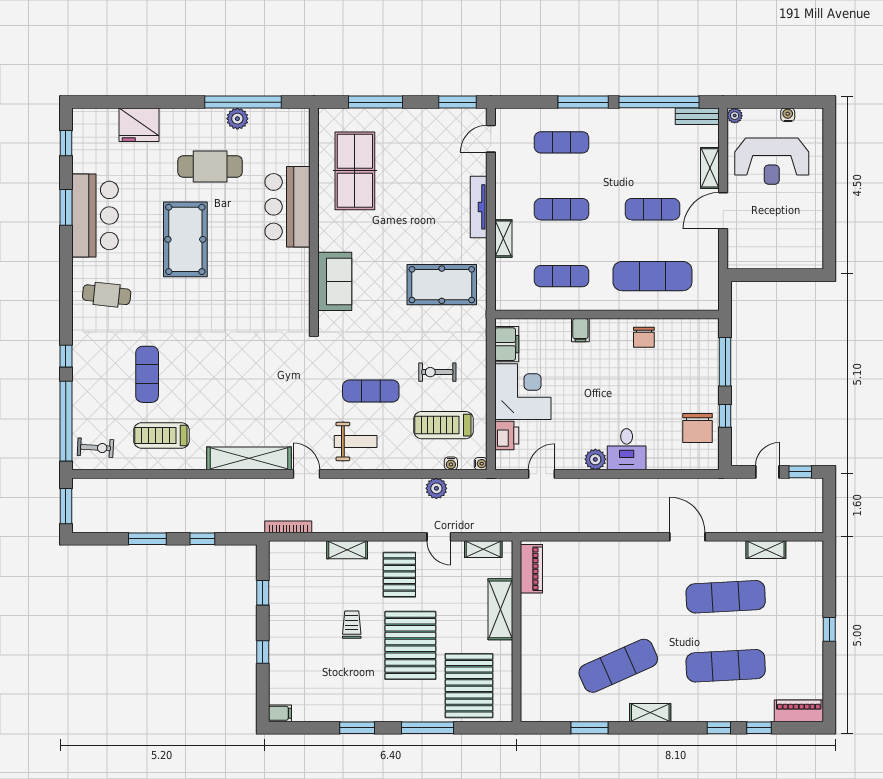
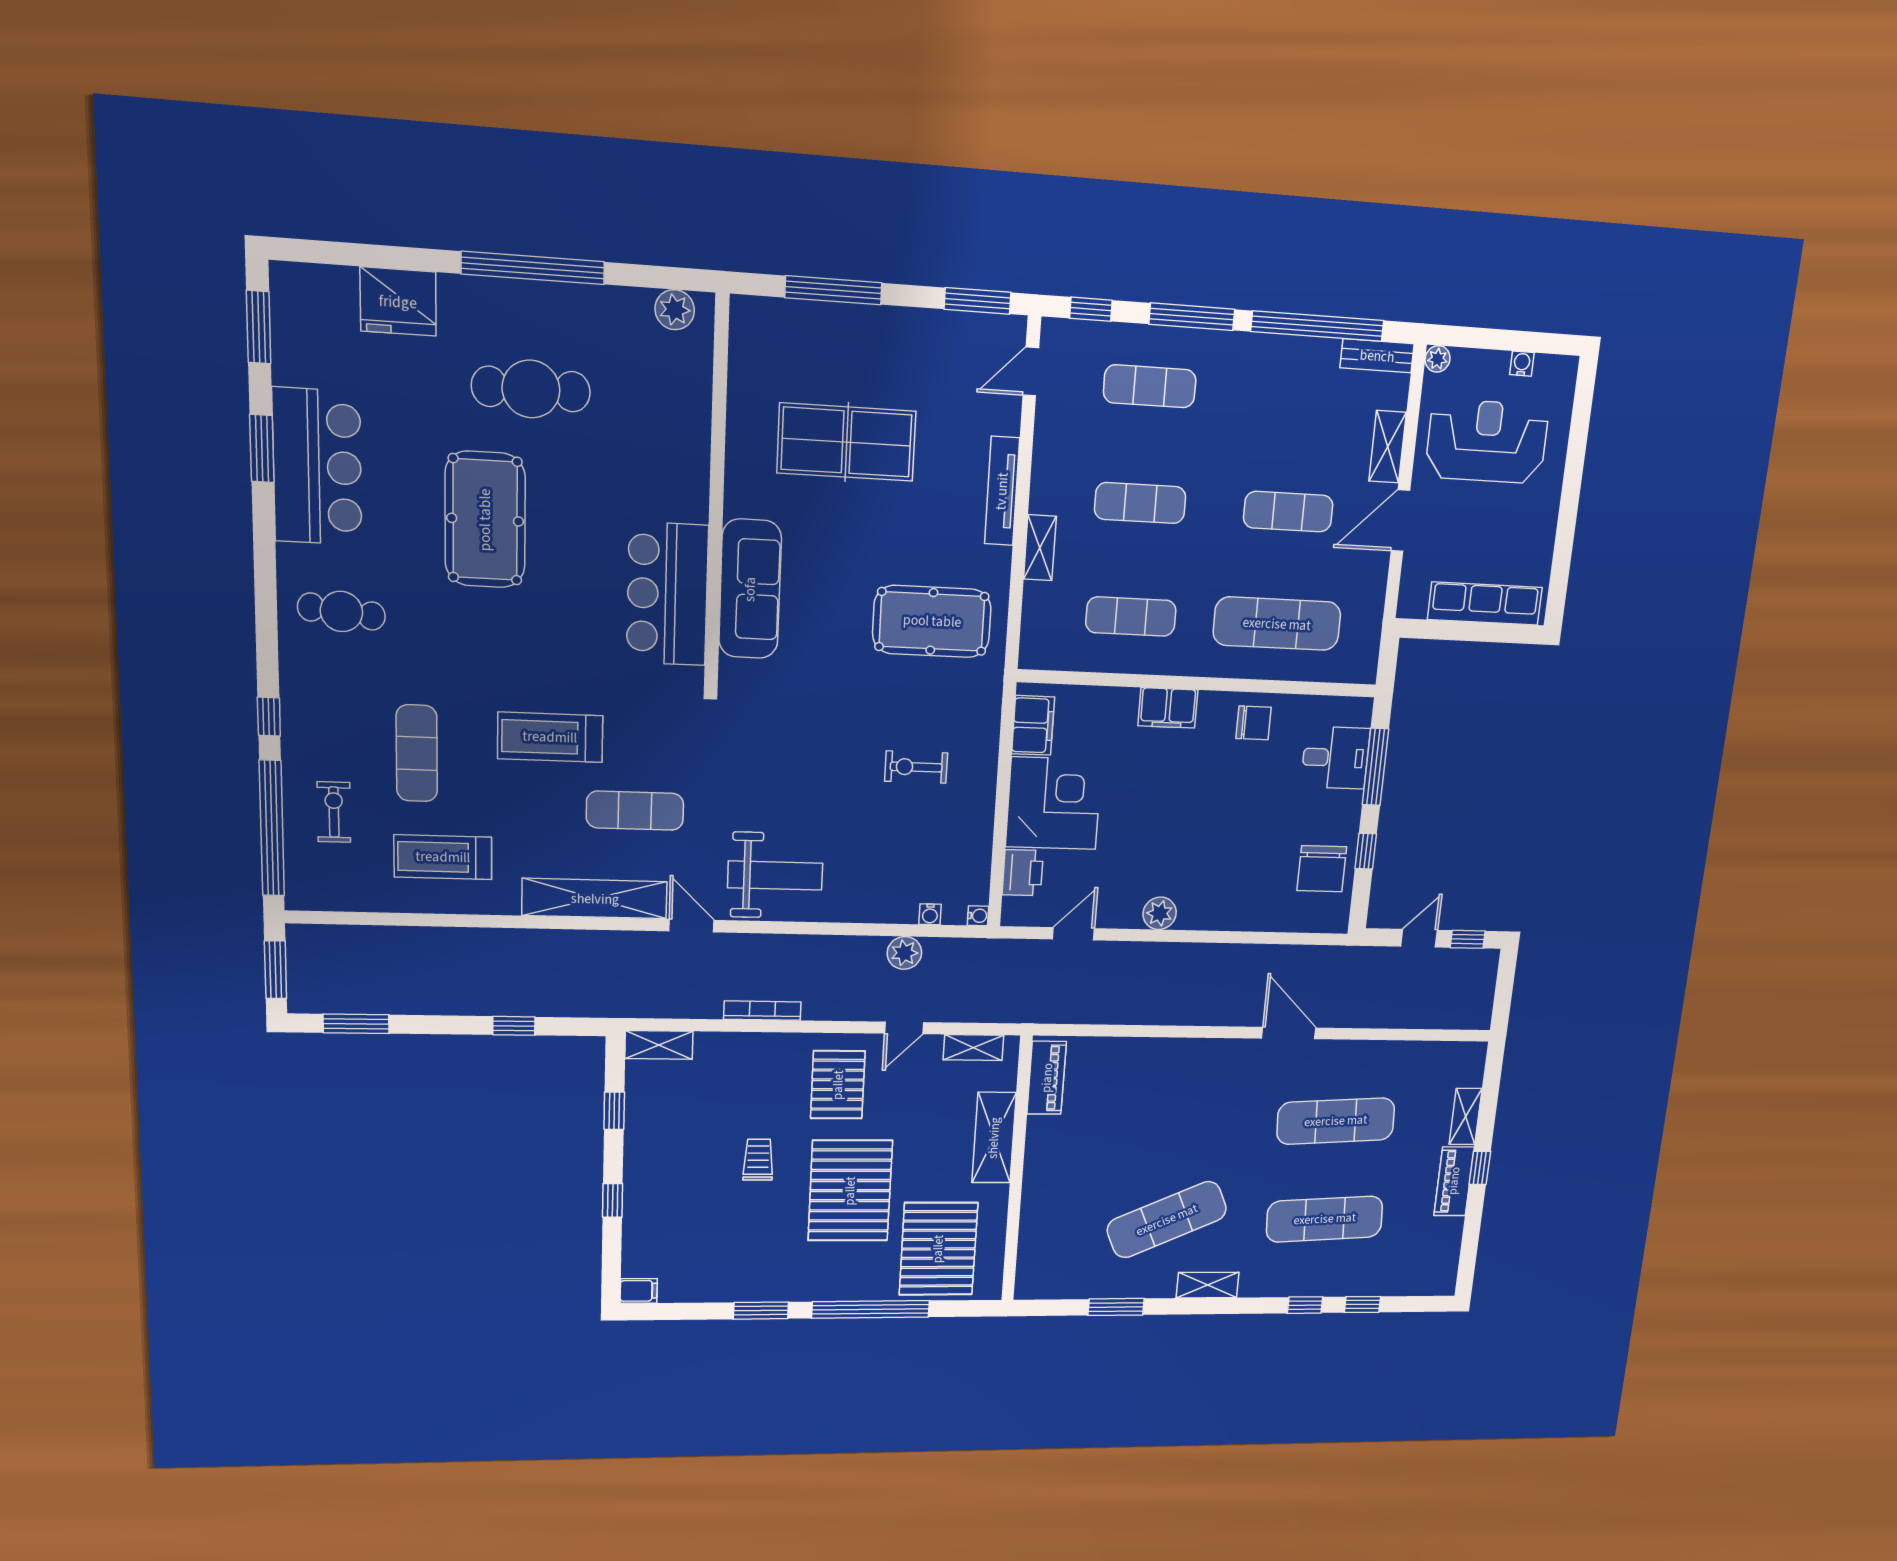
window: (243, 102) -> (533, 268), moved
window: (523, 102) -> (1091, 309), added
plant: (237, 119) -> (675, 310), moved
window: (66, 143) -> (259, 327), width x1.50
reception desk: (772, 161) -> (1487, 441), turned 180
table tennis table: (355, 171) -> (847, 442), moved, turned 90
bar counter: (287, 207) -> (667, 594), moved
row of seats: (783, 258) -> (1485, 603), added
sofa: (335, 281) -> (750, 589), width x1.36
filing cabinet: (580, 330) -> (1168, 708), width x2.00
chair: (644, 337) -> (1254, 723), turned -90
exercise mat: (371, 391) -> (635, 811), moved
treadmill: (444, 425) -> (550, 737), moved
weight bench: (356, 441) -> (775, 876), width x1.36, depth x1.33
exercise bike: (95, 448) -> (334, 812), moved, turned -93
desk: (627, 449) -> (1335, 758), moved, turned -90
bookcase: (288, 527) -> (762, 1011), moved
door: (439, 537) -> (904, 1028), hinge flipped
window: (147, 539) -> (356, 1024), moved
shelving: (347, 550) -> (659, 1045), moved
shelving: (766, 550) -> (1466, 1116), moved, turned 90
piano: (799, 711) -> (1454, 1181), moved, turned -90
window: (427, 728) -> (871, 1309), width x1.46

